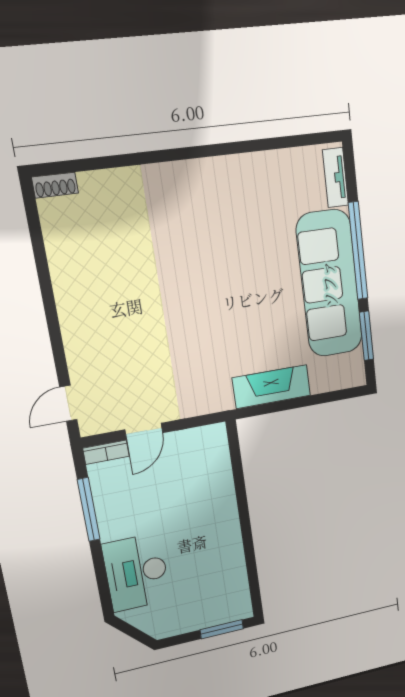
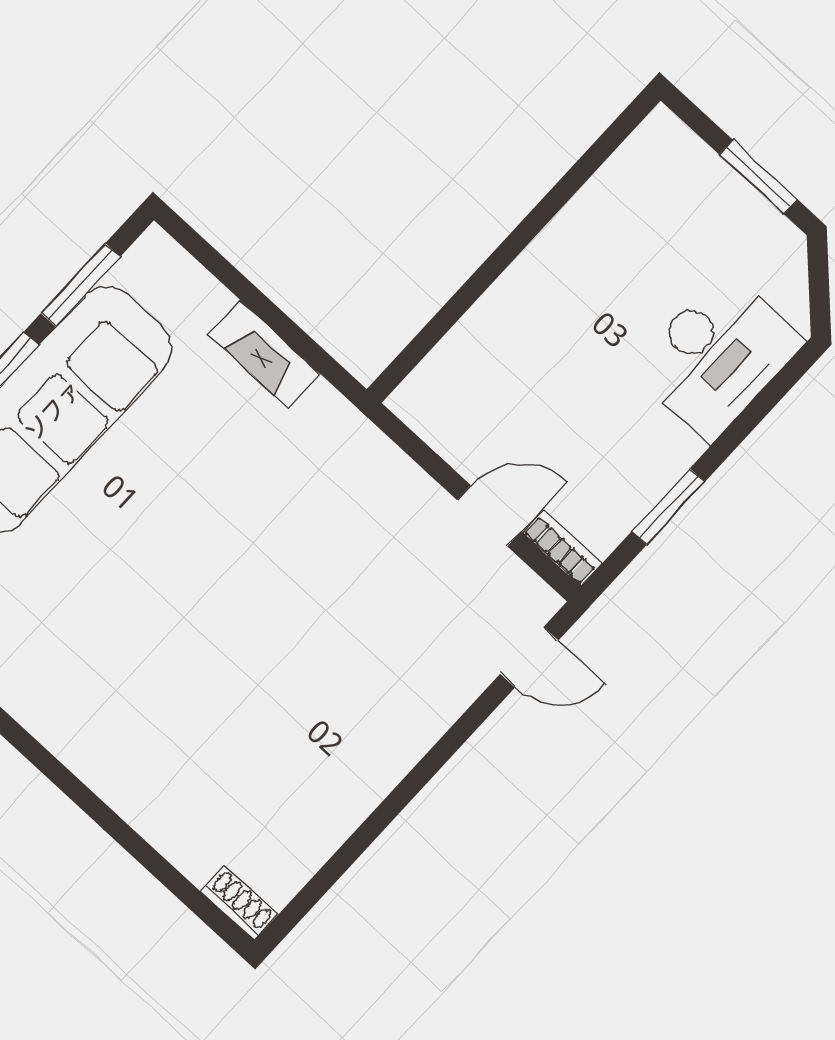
fireplace: (272, 387) -> (265, 354), width x0.73, depth x0.76
window: (89, 510) -> (668, 507), width x0.69
window: (222, 629) -> (758, 177), moved

